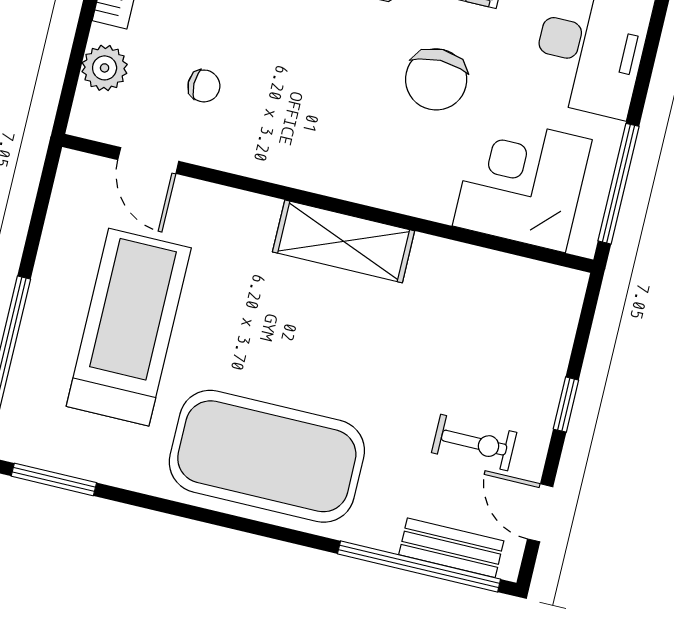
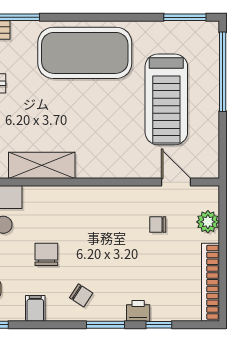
chair: (436, 79) -> (46, 254), width x0.73, depth x0.73
shelving: (344, 241) -> (42, 165), moved

